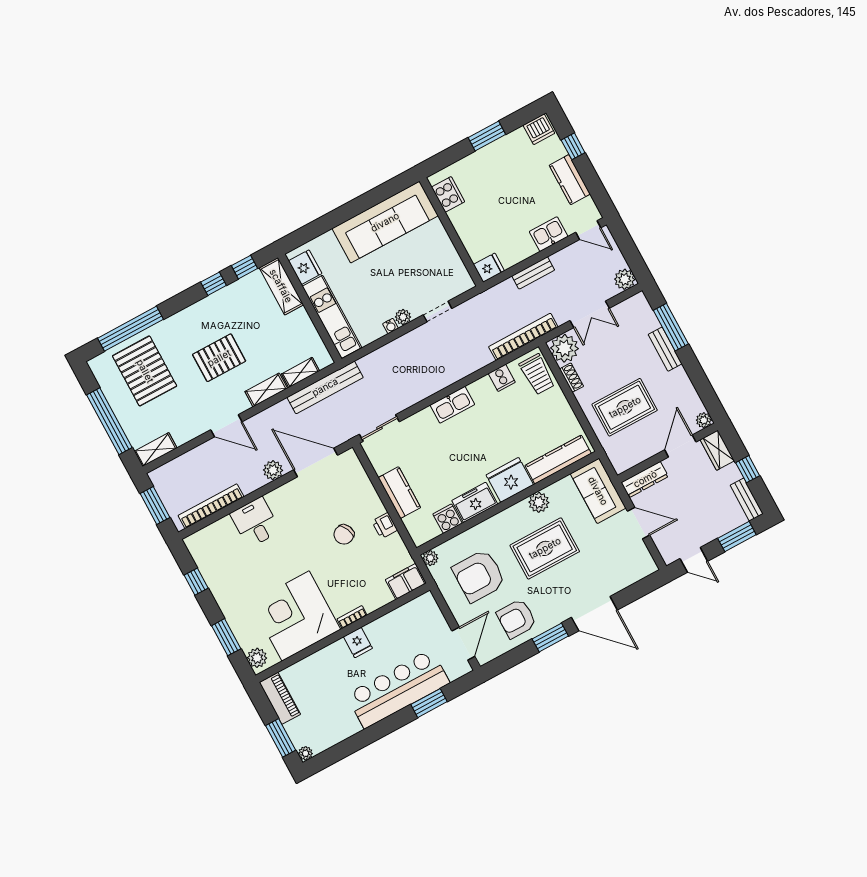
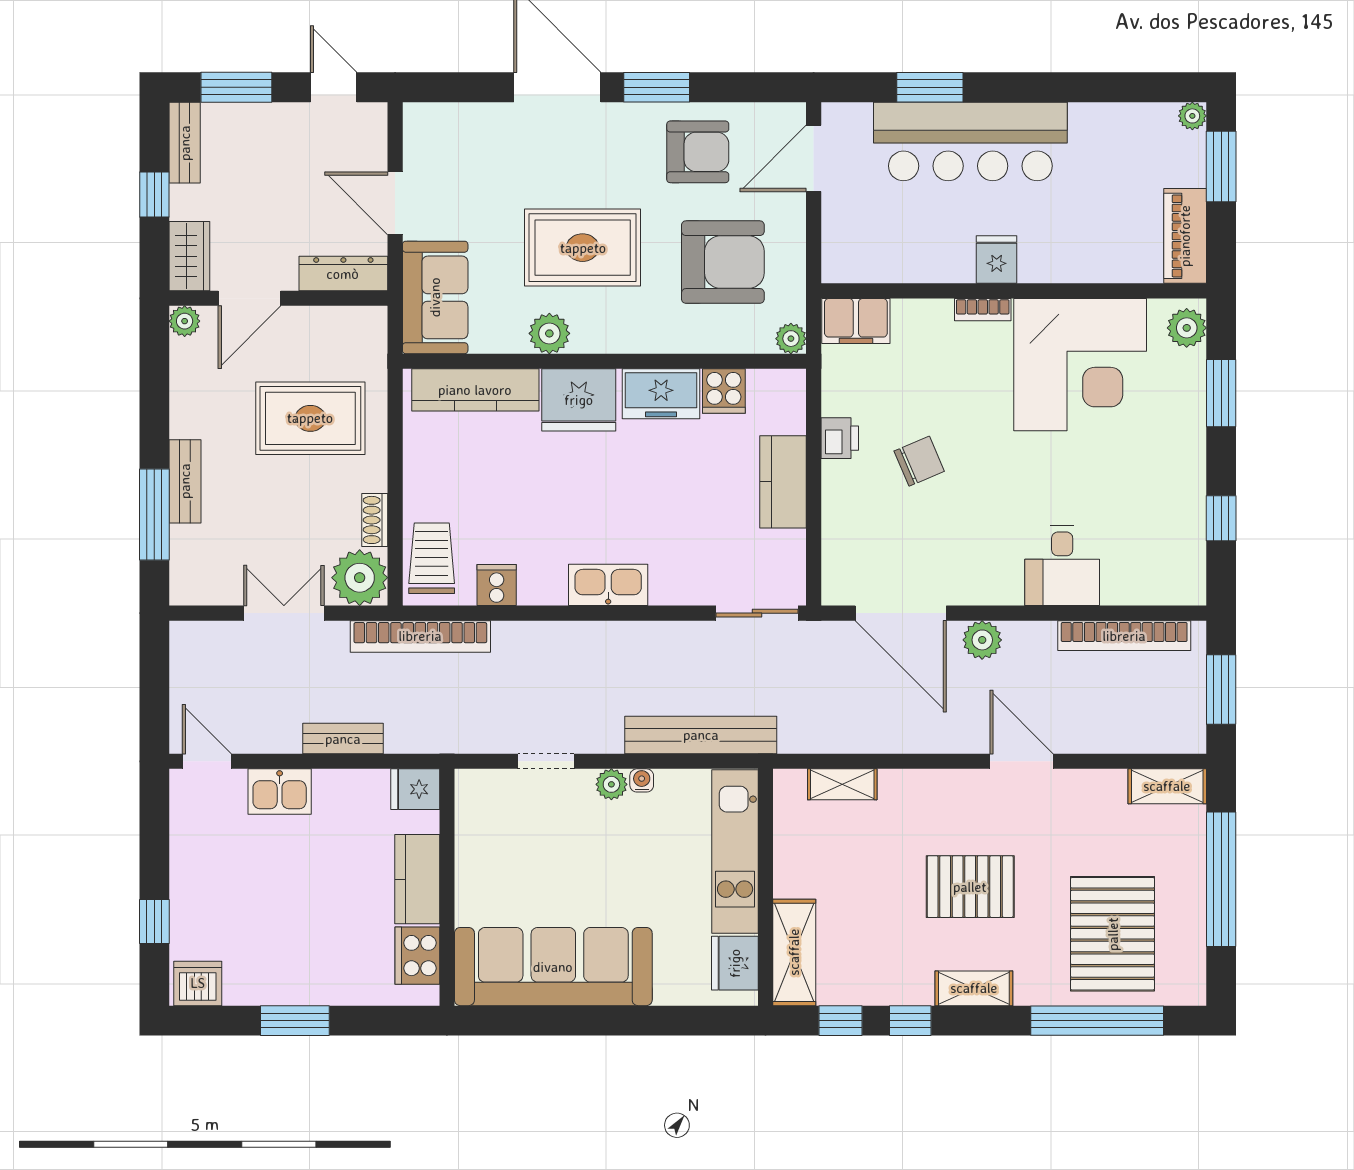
kitchen counter: (570, 180) -> (417, 879), moved, turned 180
plant: (625, 279) -> (190, 641), removed
bench: (325, 387) -> (701, 735), moved
shelving: (266, 390) -> (974, 988), moved

